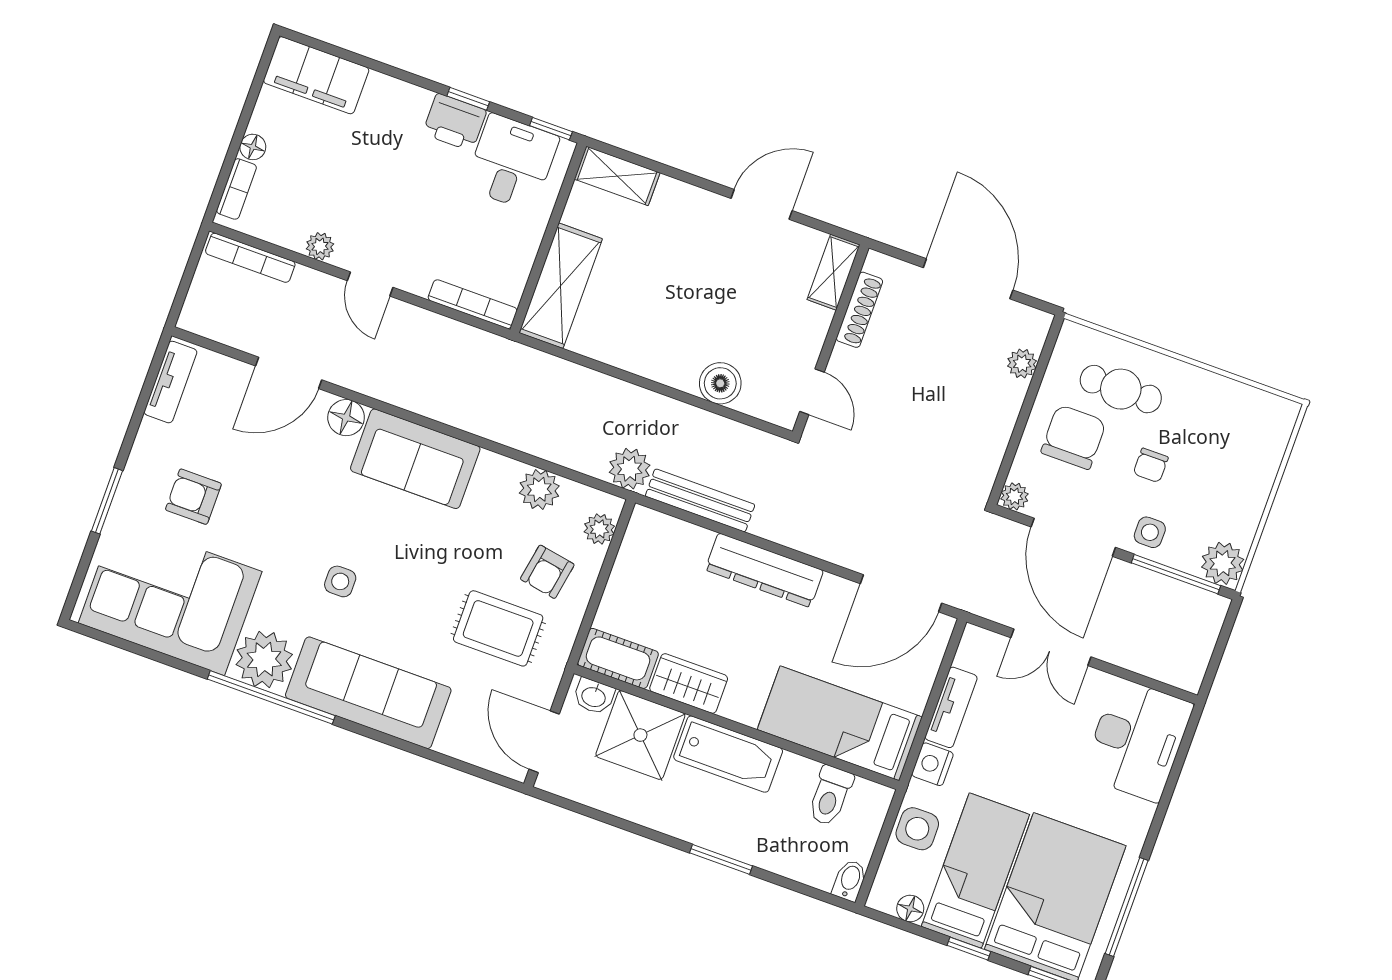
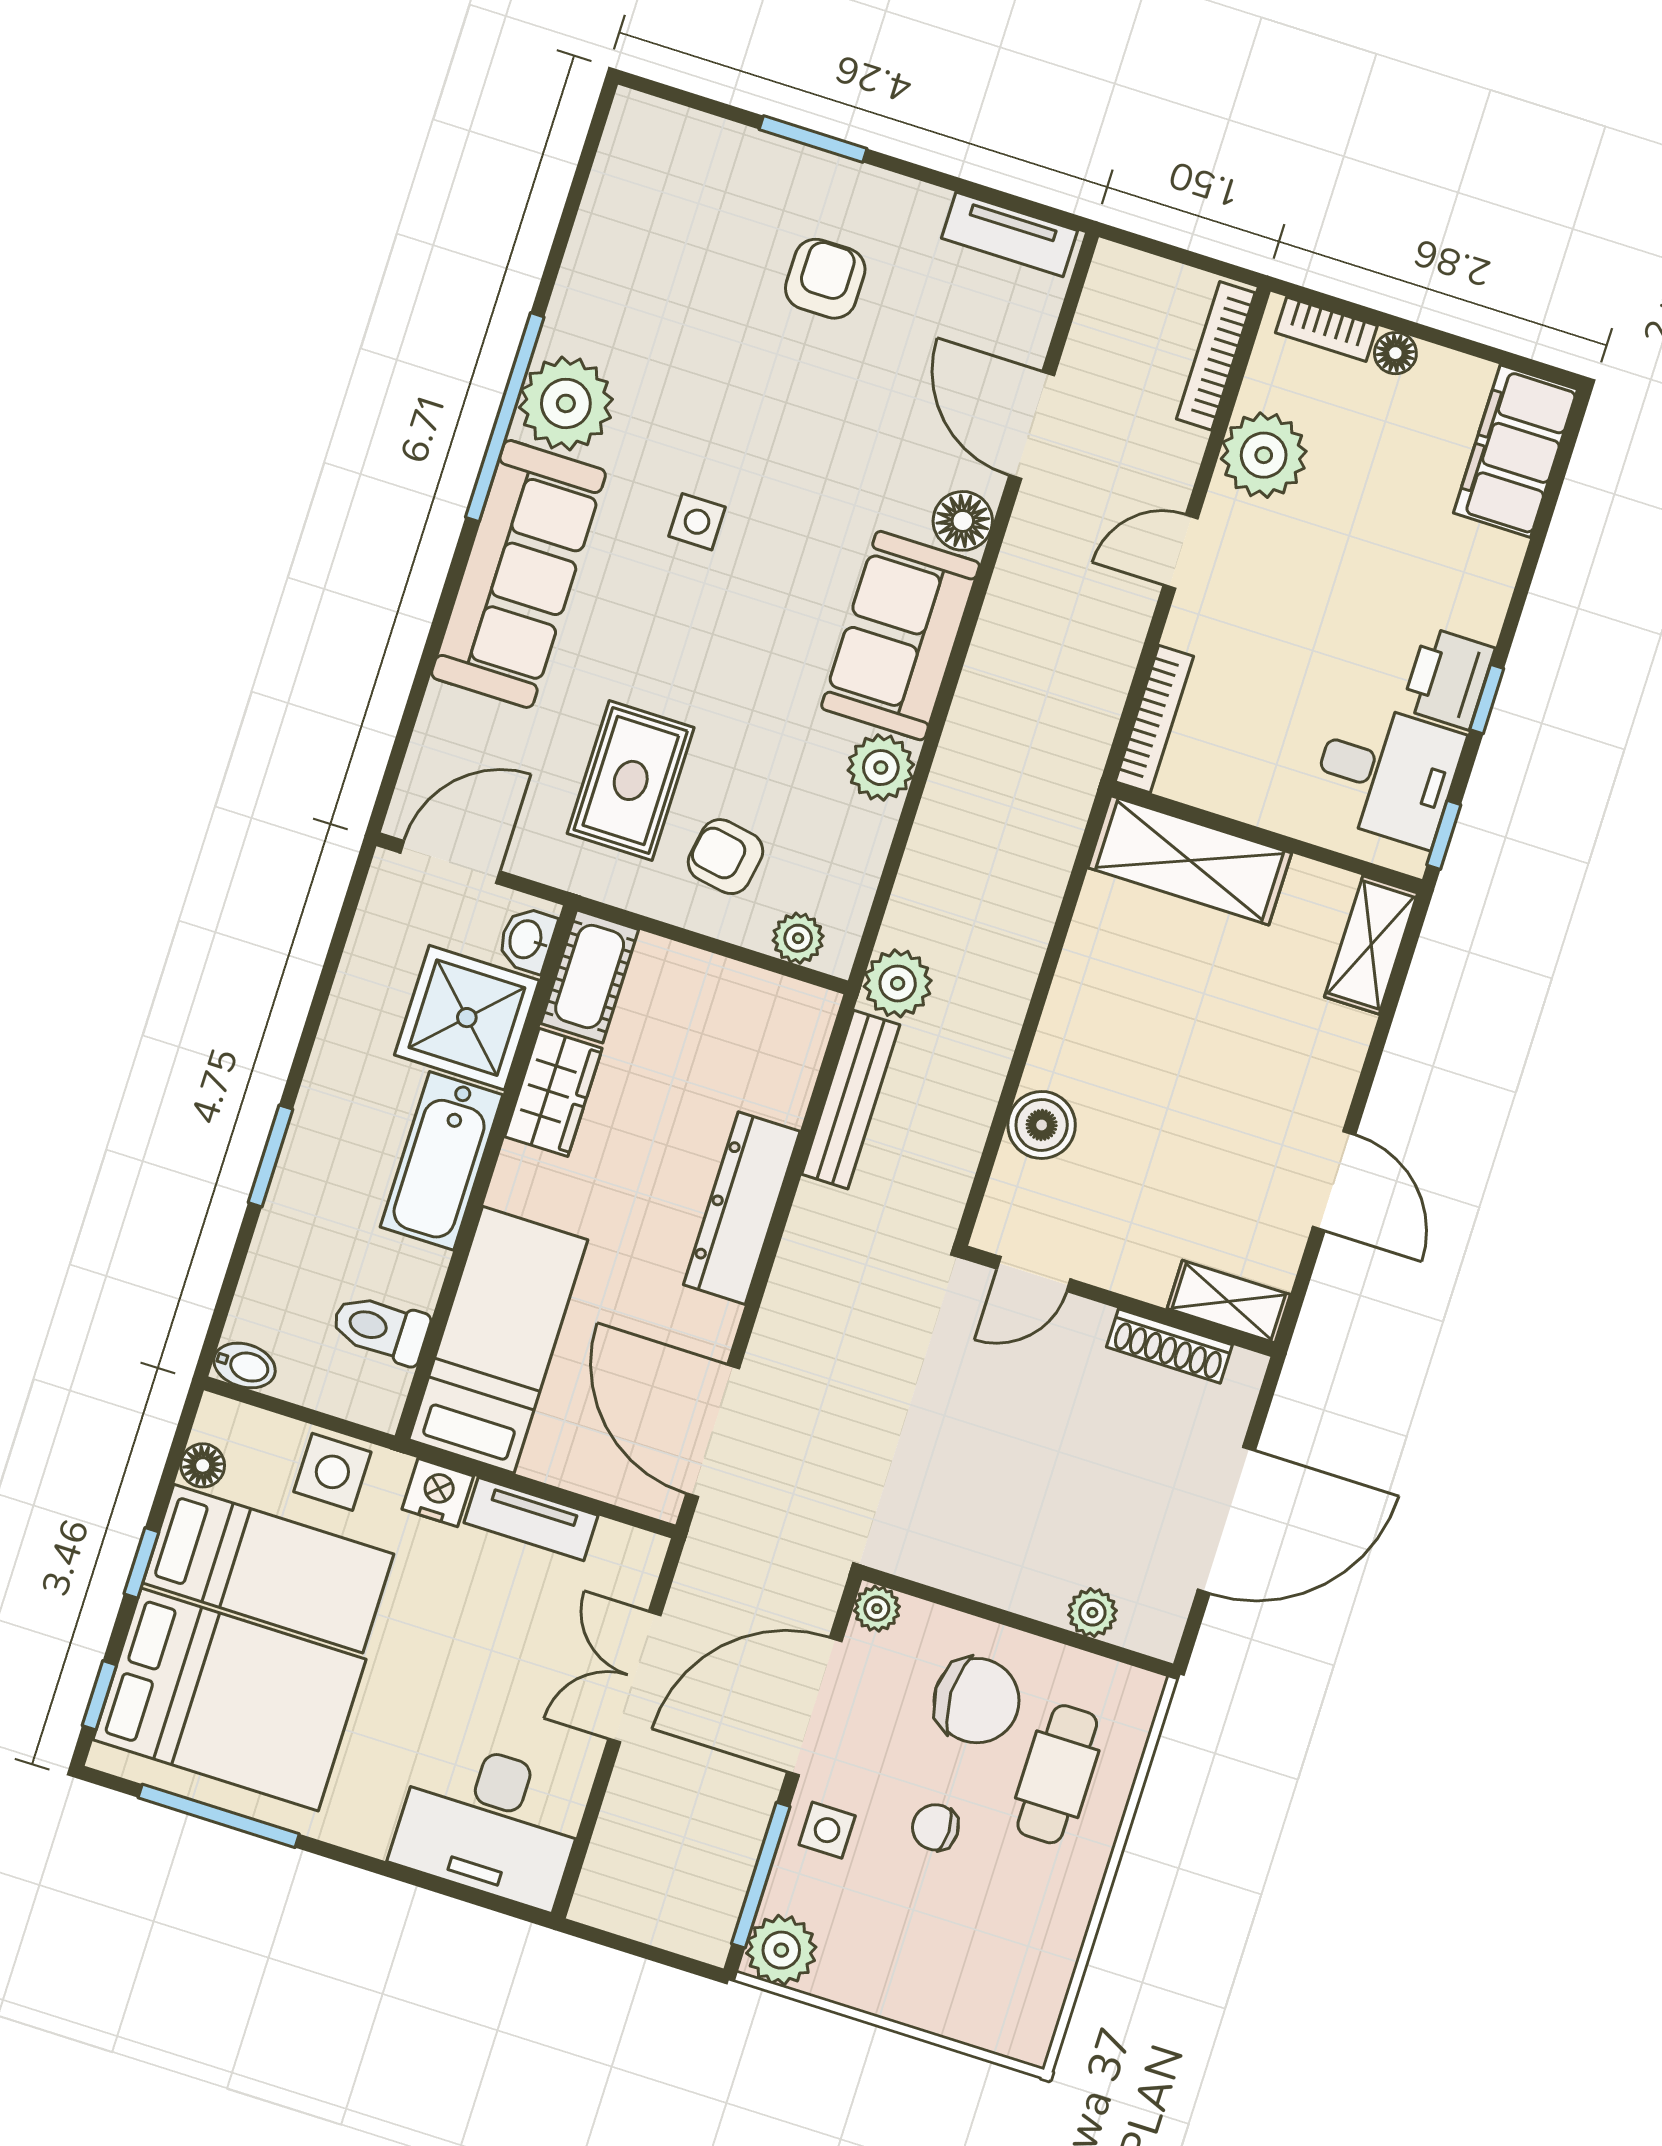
plant: (320, 246) -> (1264, 455), width x1.88, depth x1.88
plant: (539, 490) -> (881, 768), moved
corner sofa: (170, 597) -> (661, 247), removed

